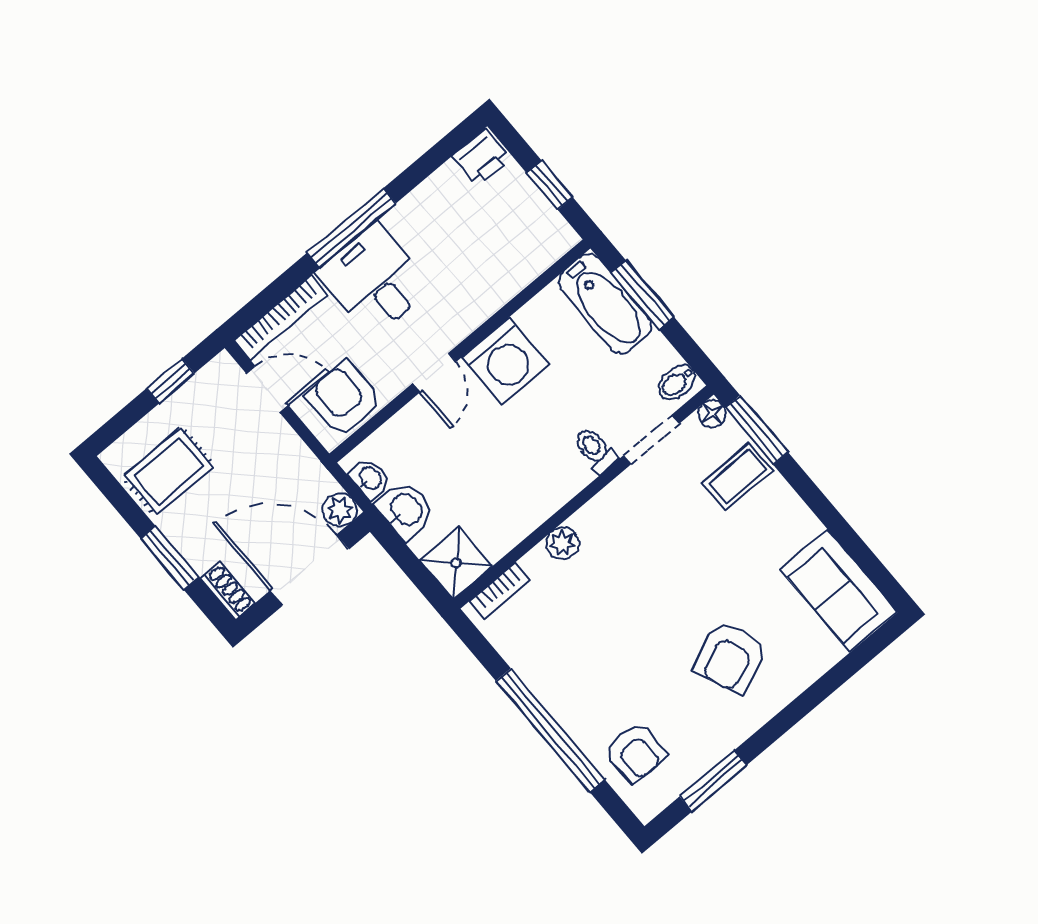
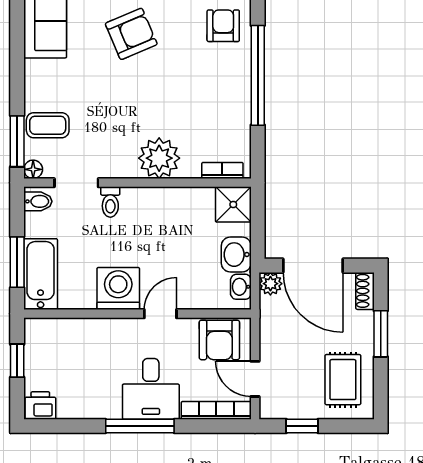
rug: (169, 471) -> (343, 380), turned 90
plant: (563, 543) -> (159, 158), width x1.87, depth x1.87

